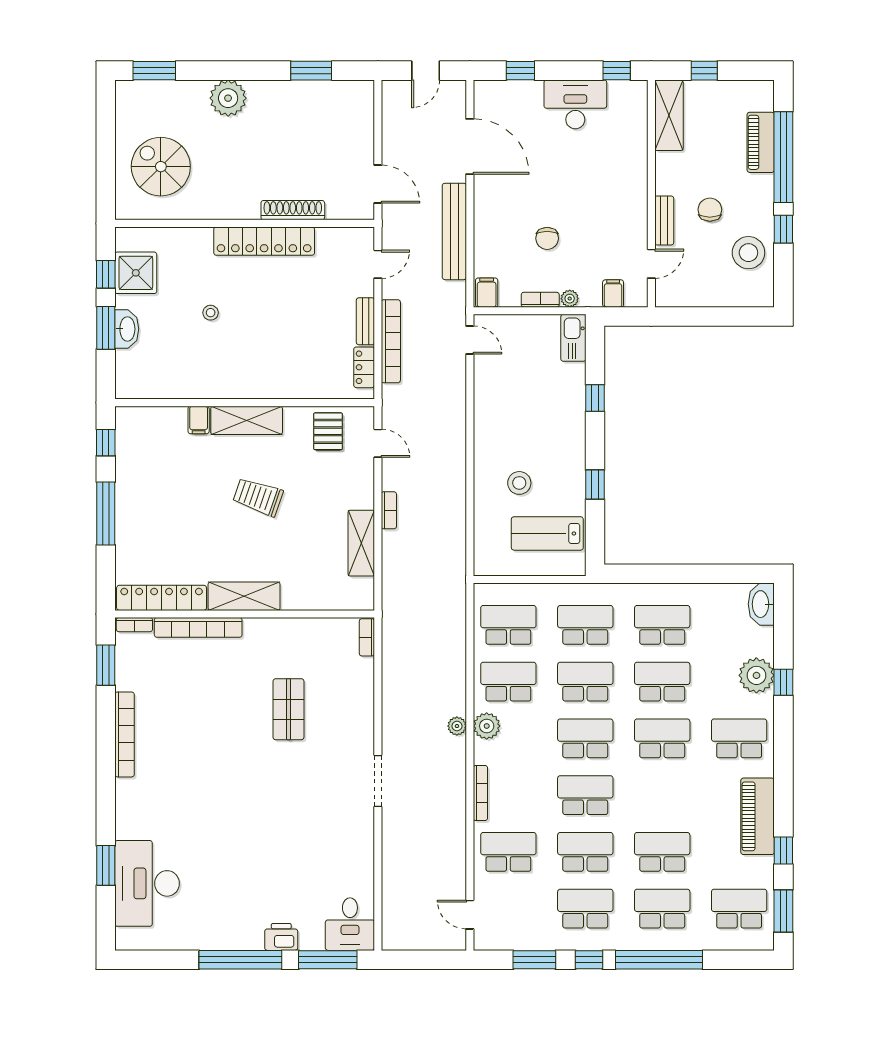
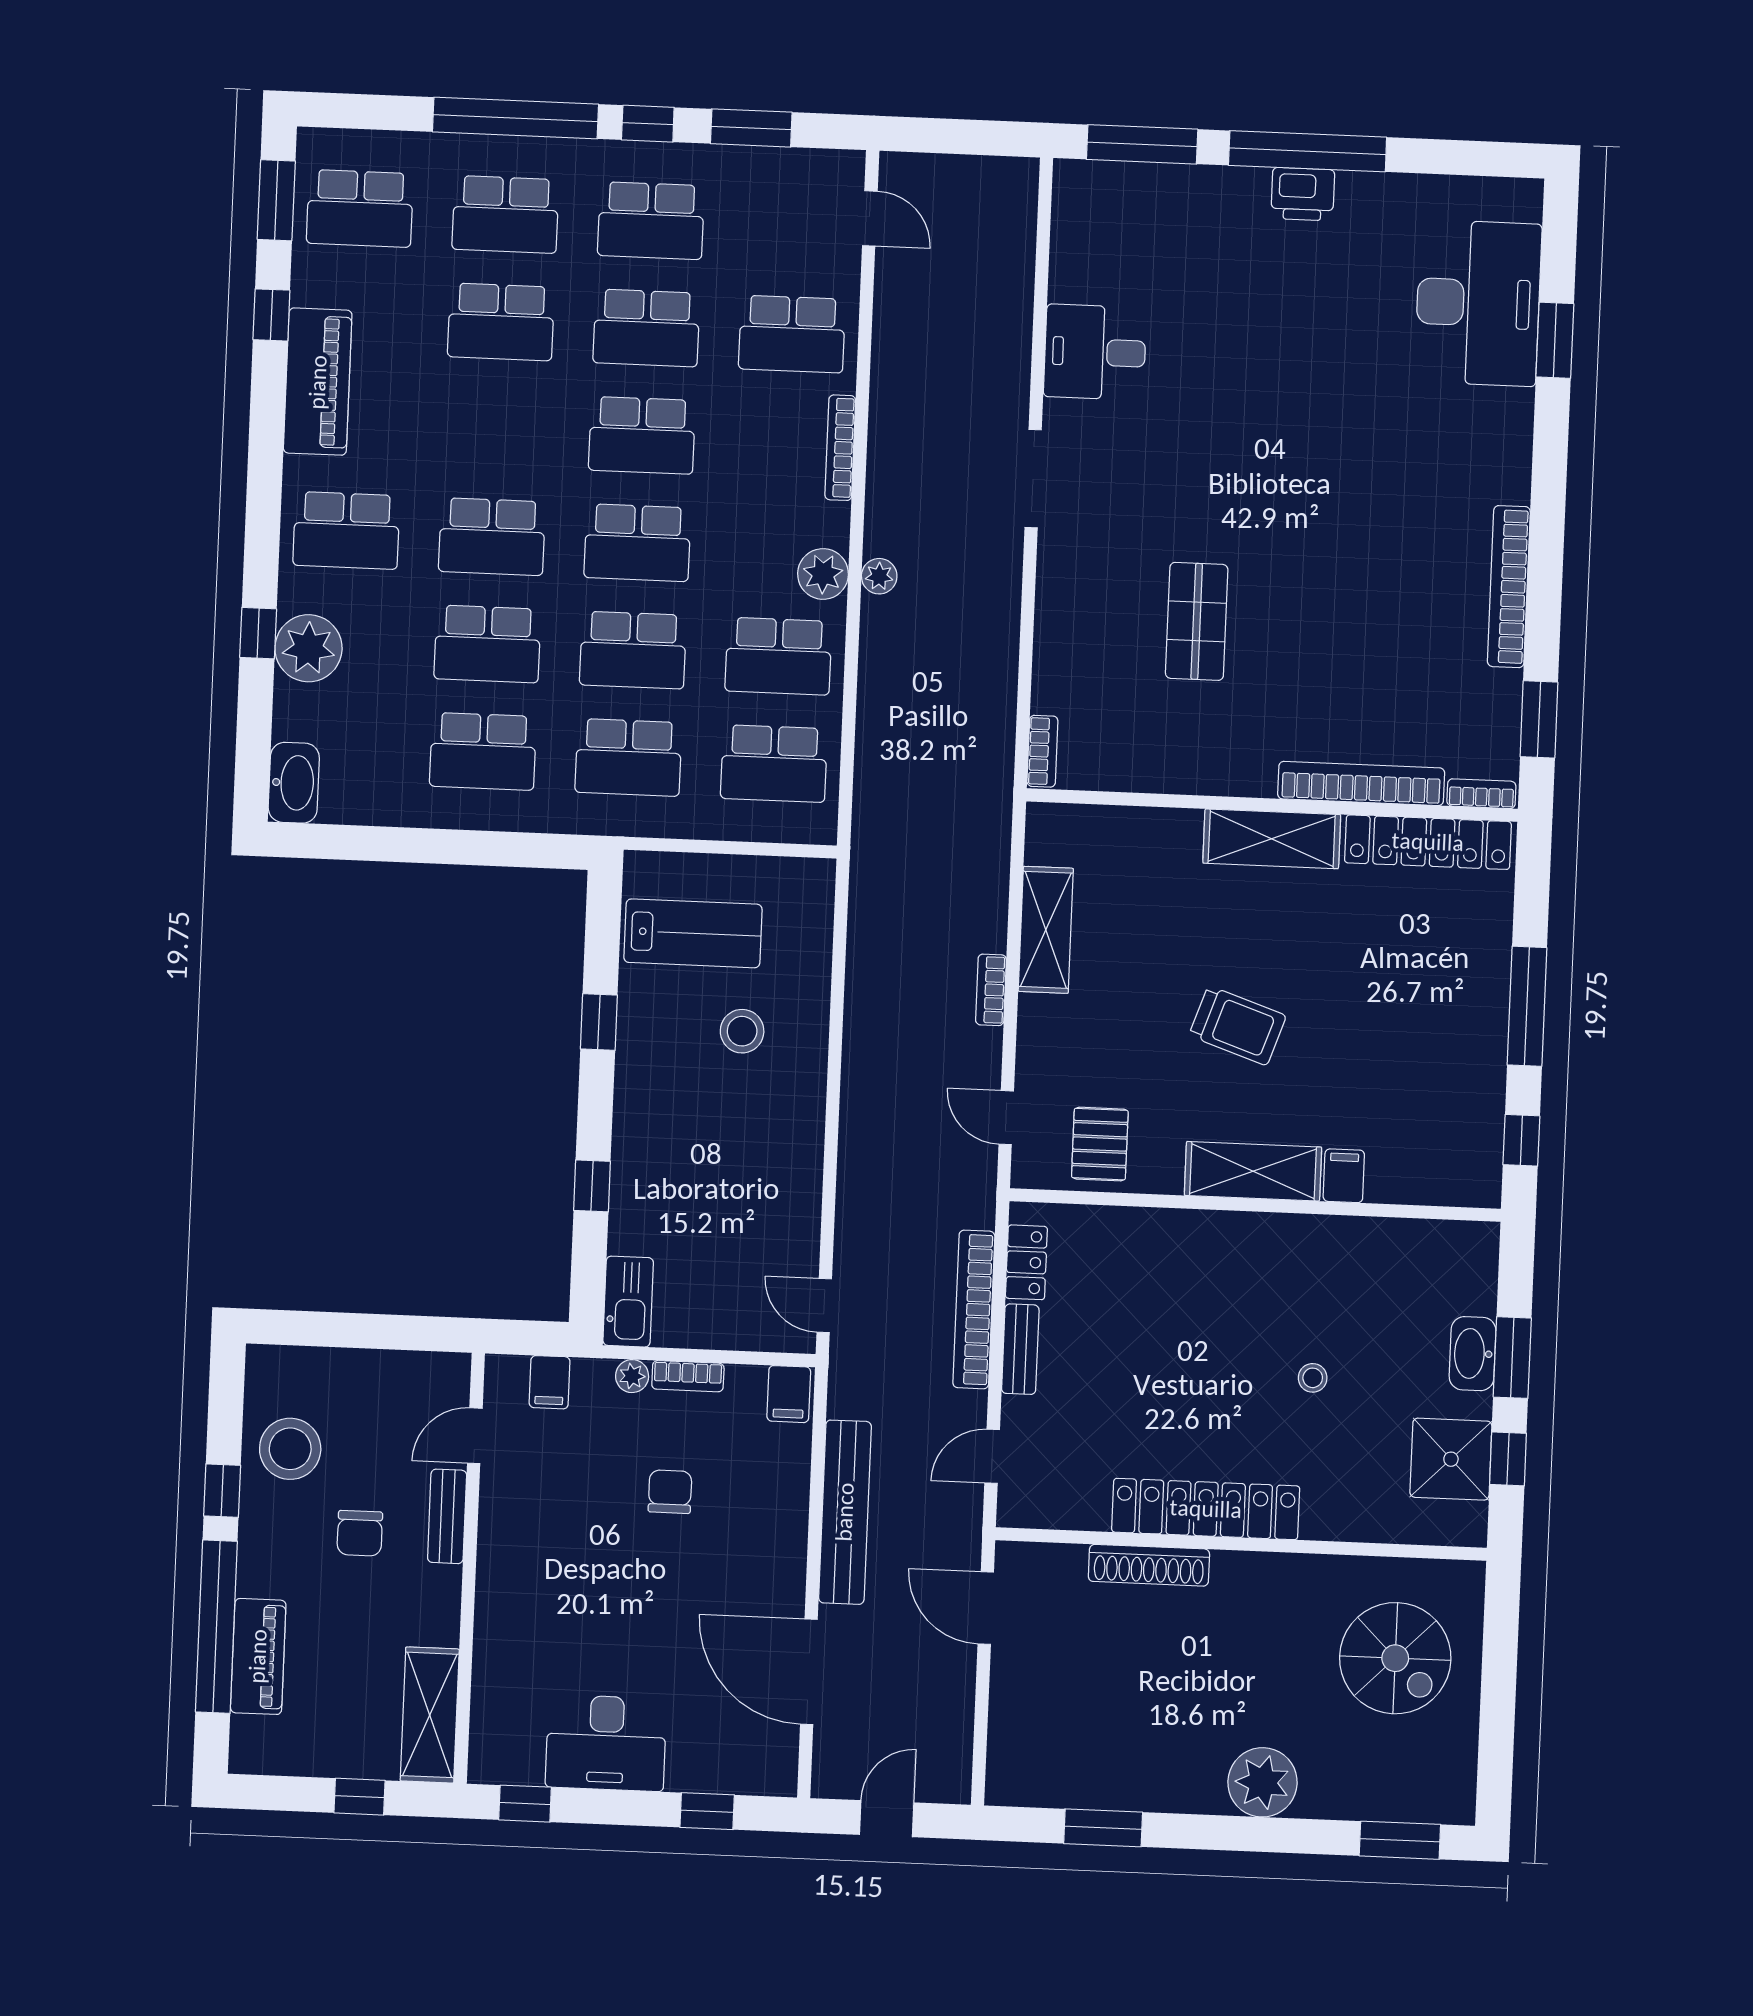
desk: (350, 924) -> (1095, 352), moved, turned -90
printer: (281, 937) -> (1303, 194), moved

